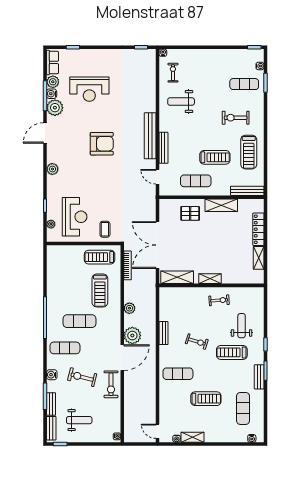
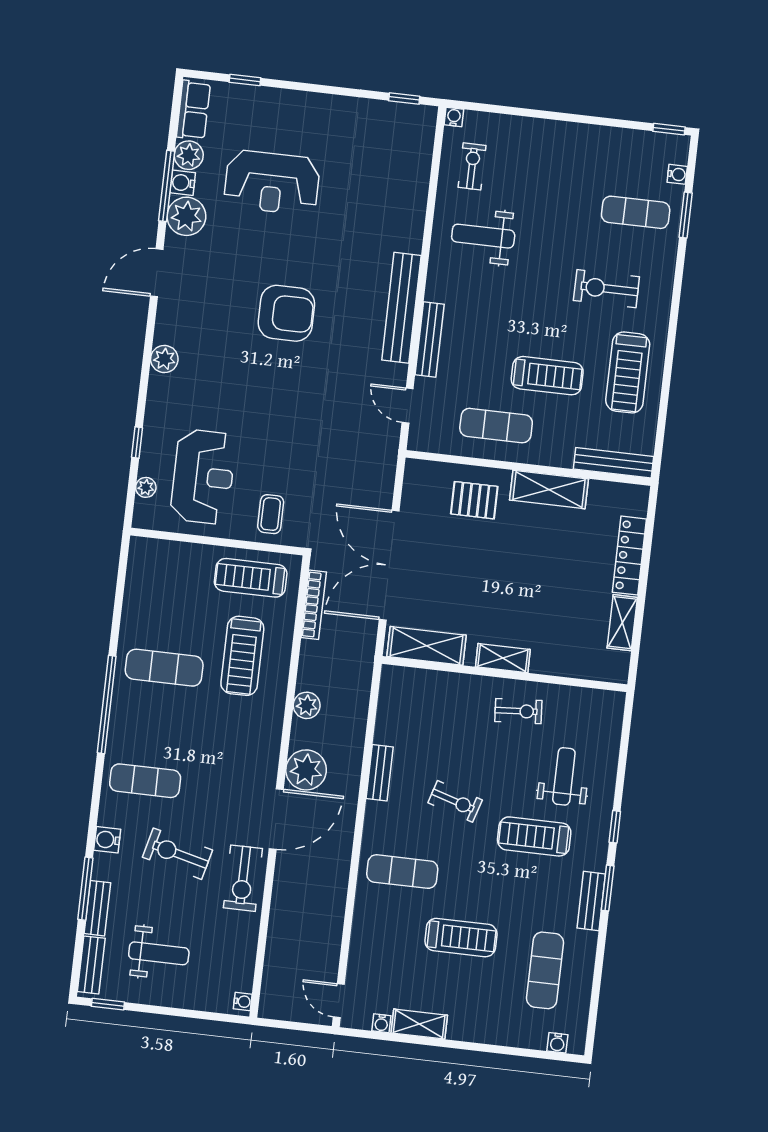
exercise mat: (79, 321) -> (164, 668), moved

